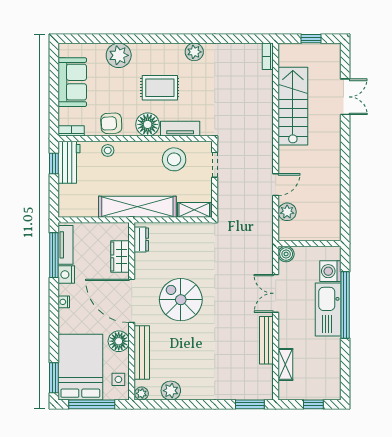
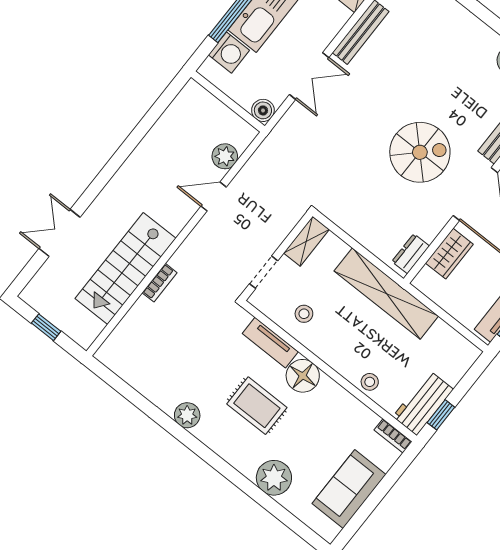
bookcase: (268, 56) -> (160, 283), moved
armchair: (111, 123) -> (342, 409), removed
stool: (174, 159) -> (304, 314), width x0.53, depth x0.53
shelving: (194, 210) -> (306, 241), moved, turned 90
spiral stairs: (181, 300) -> (420, 152), turned -90

